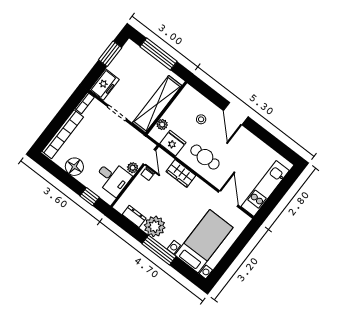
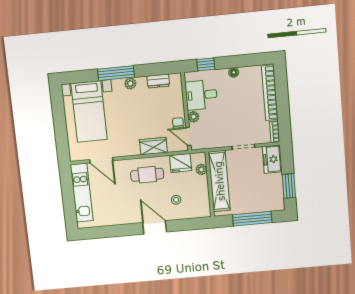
floor lamp: (74, 167) -> (234, 72), width x0.53, depth x0.53
plant: (155, 226) -> (130, 83), width x0.53, depth x0.53

